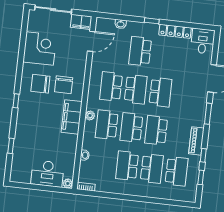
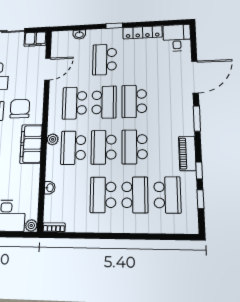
door: (91, 41) -> (47, 69), moved
chair: (64, 85) -> (20, 109), turned 180
school desk: (161, 92) -> (134, 101), turned 180

